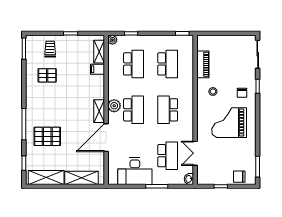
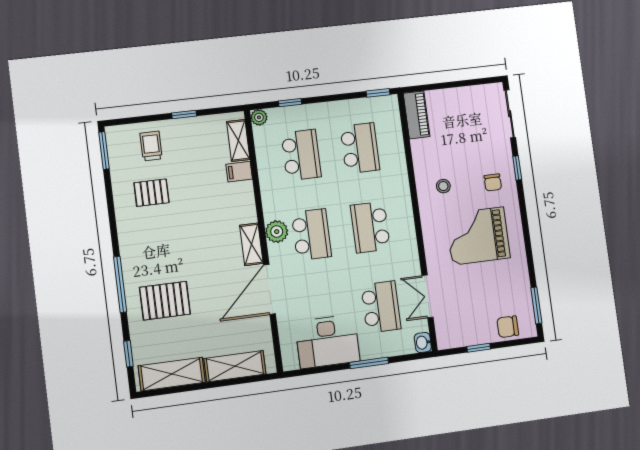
piano: (203, 64) -> (417, 115), moved

